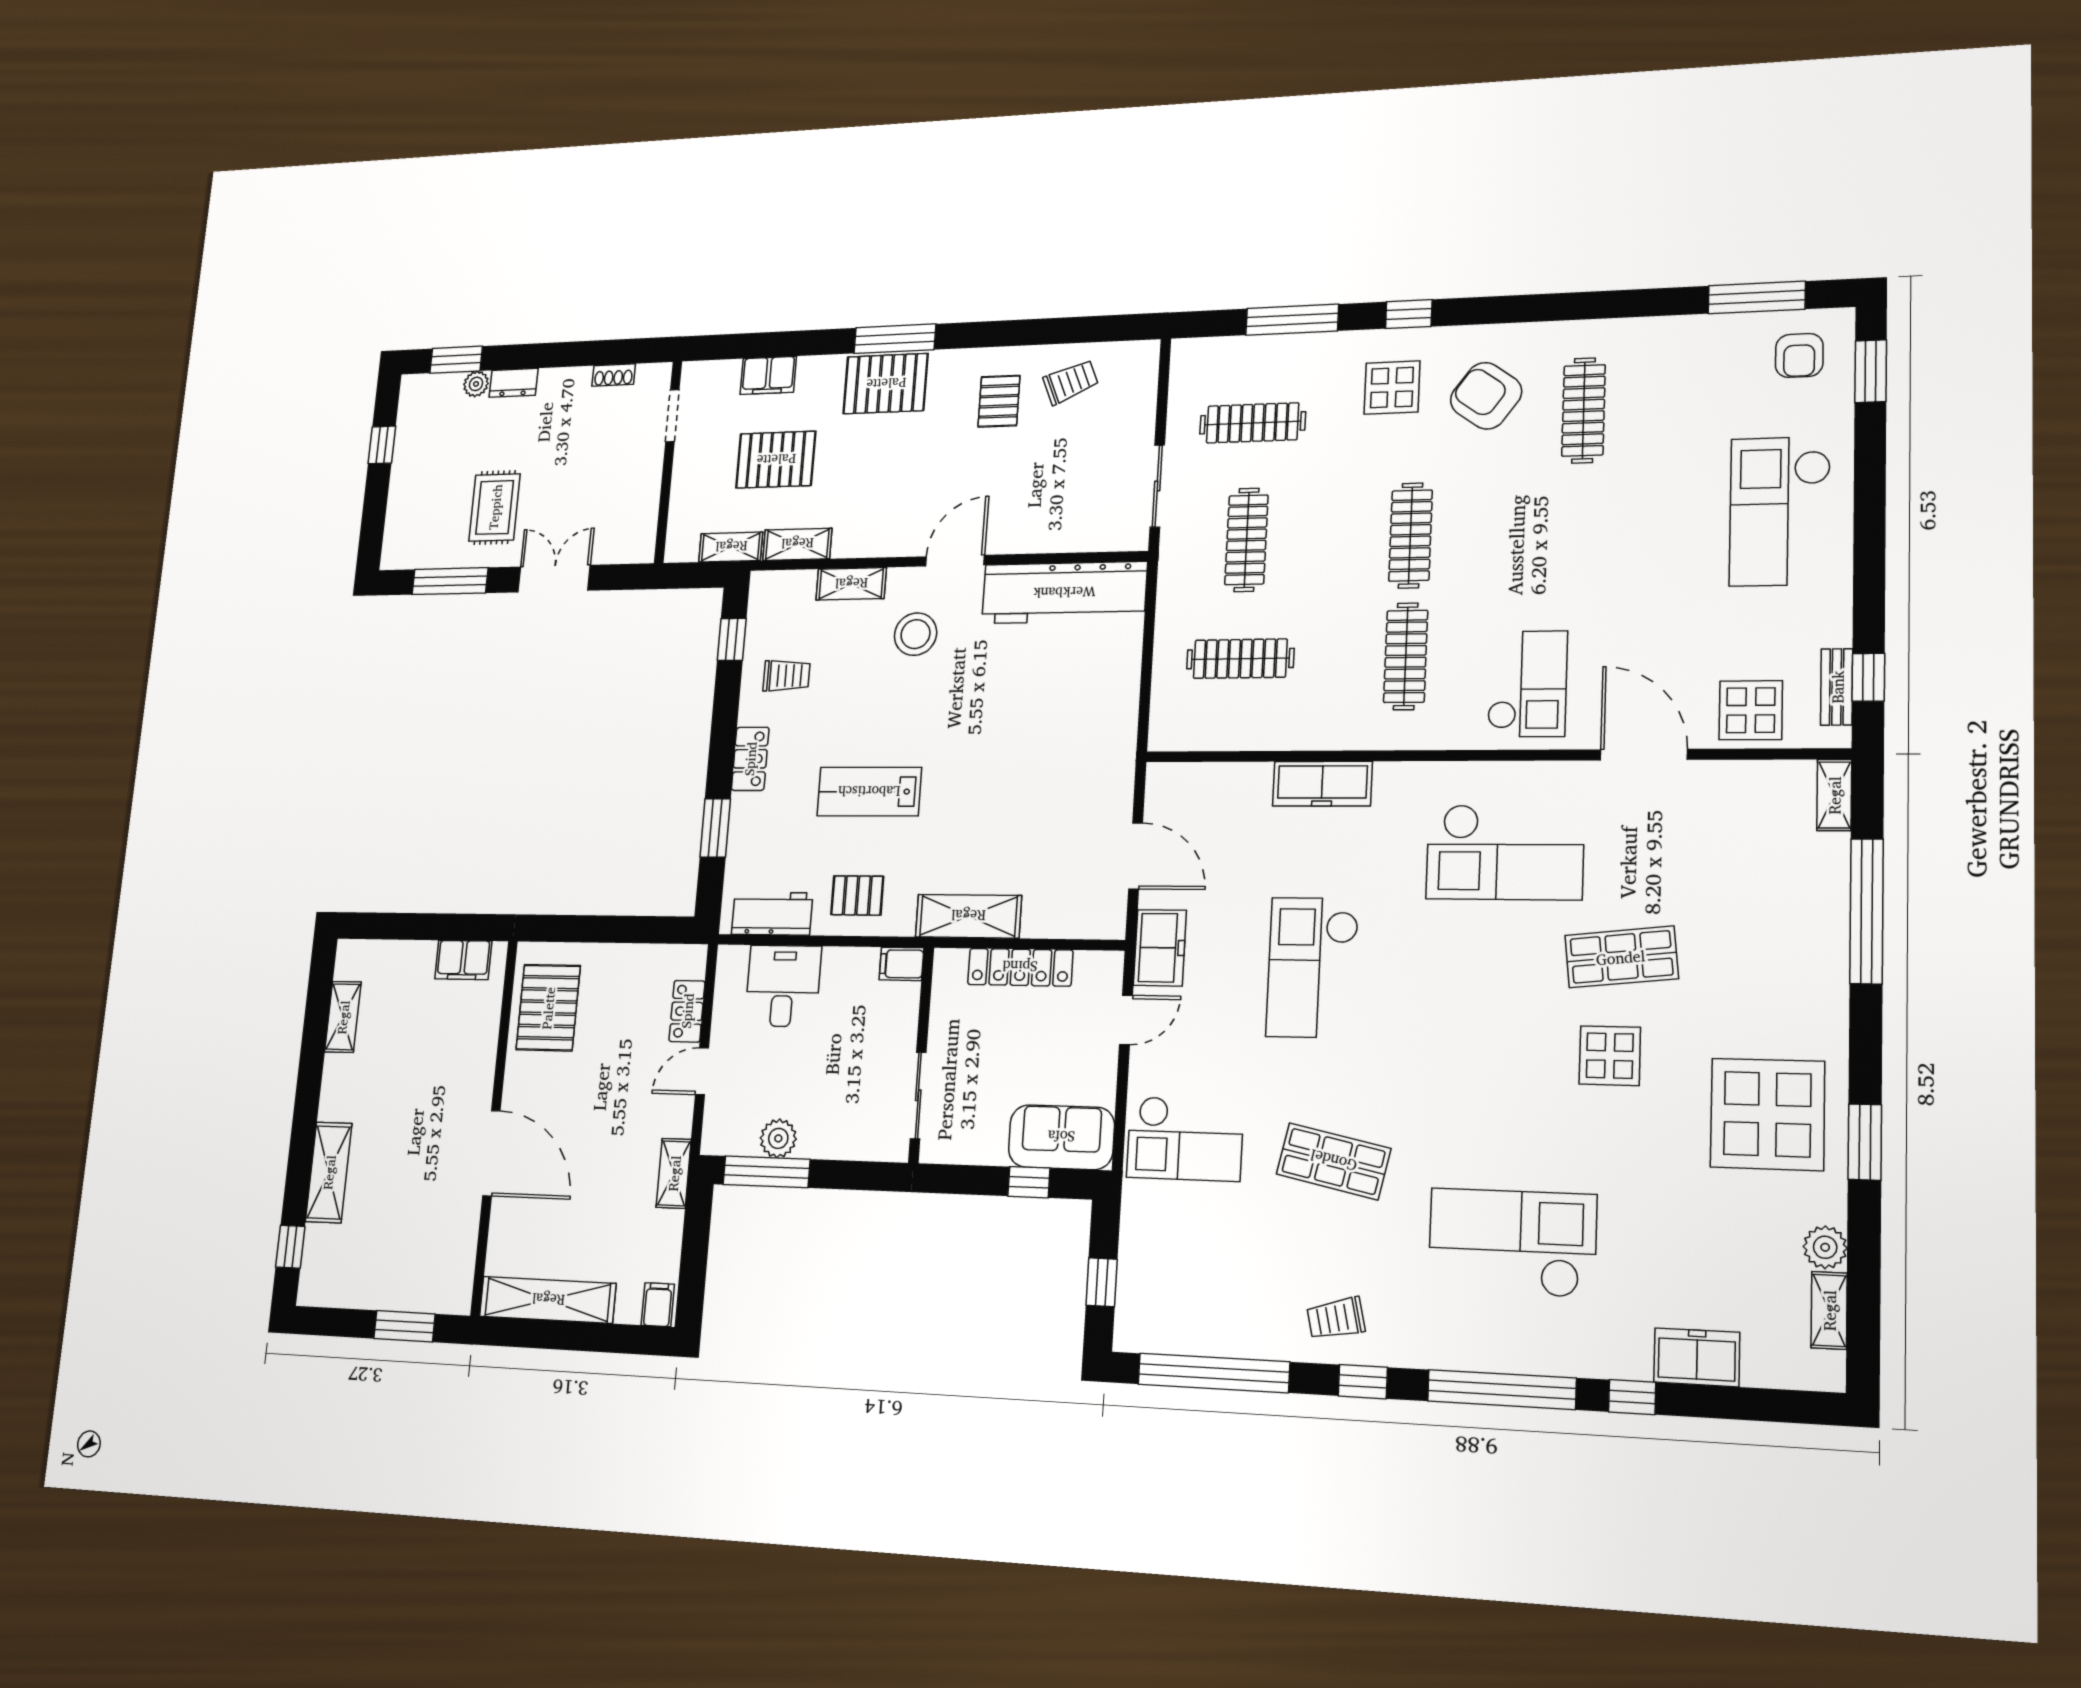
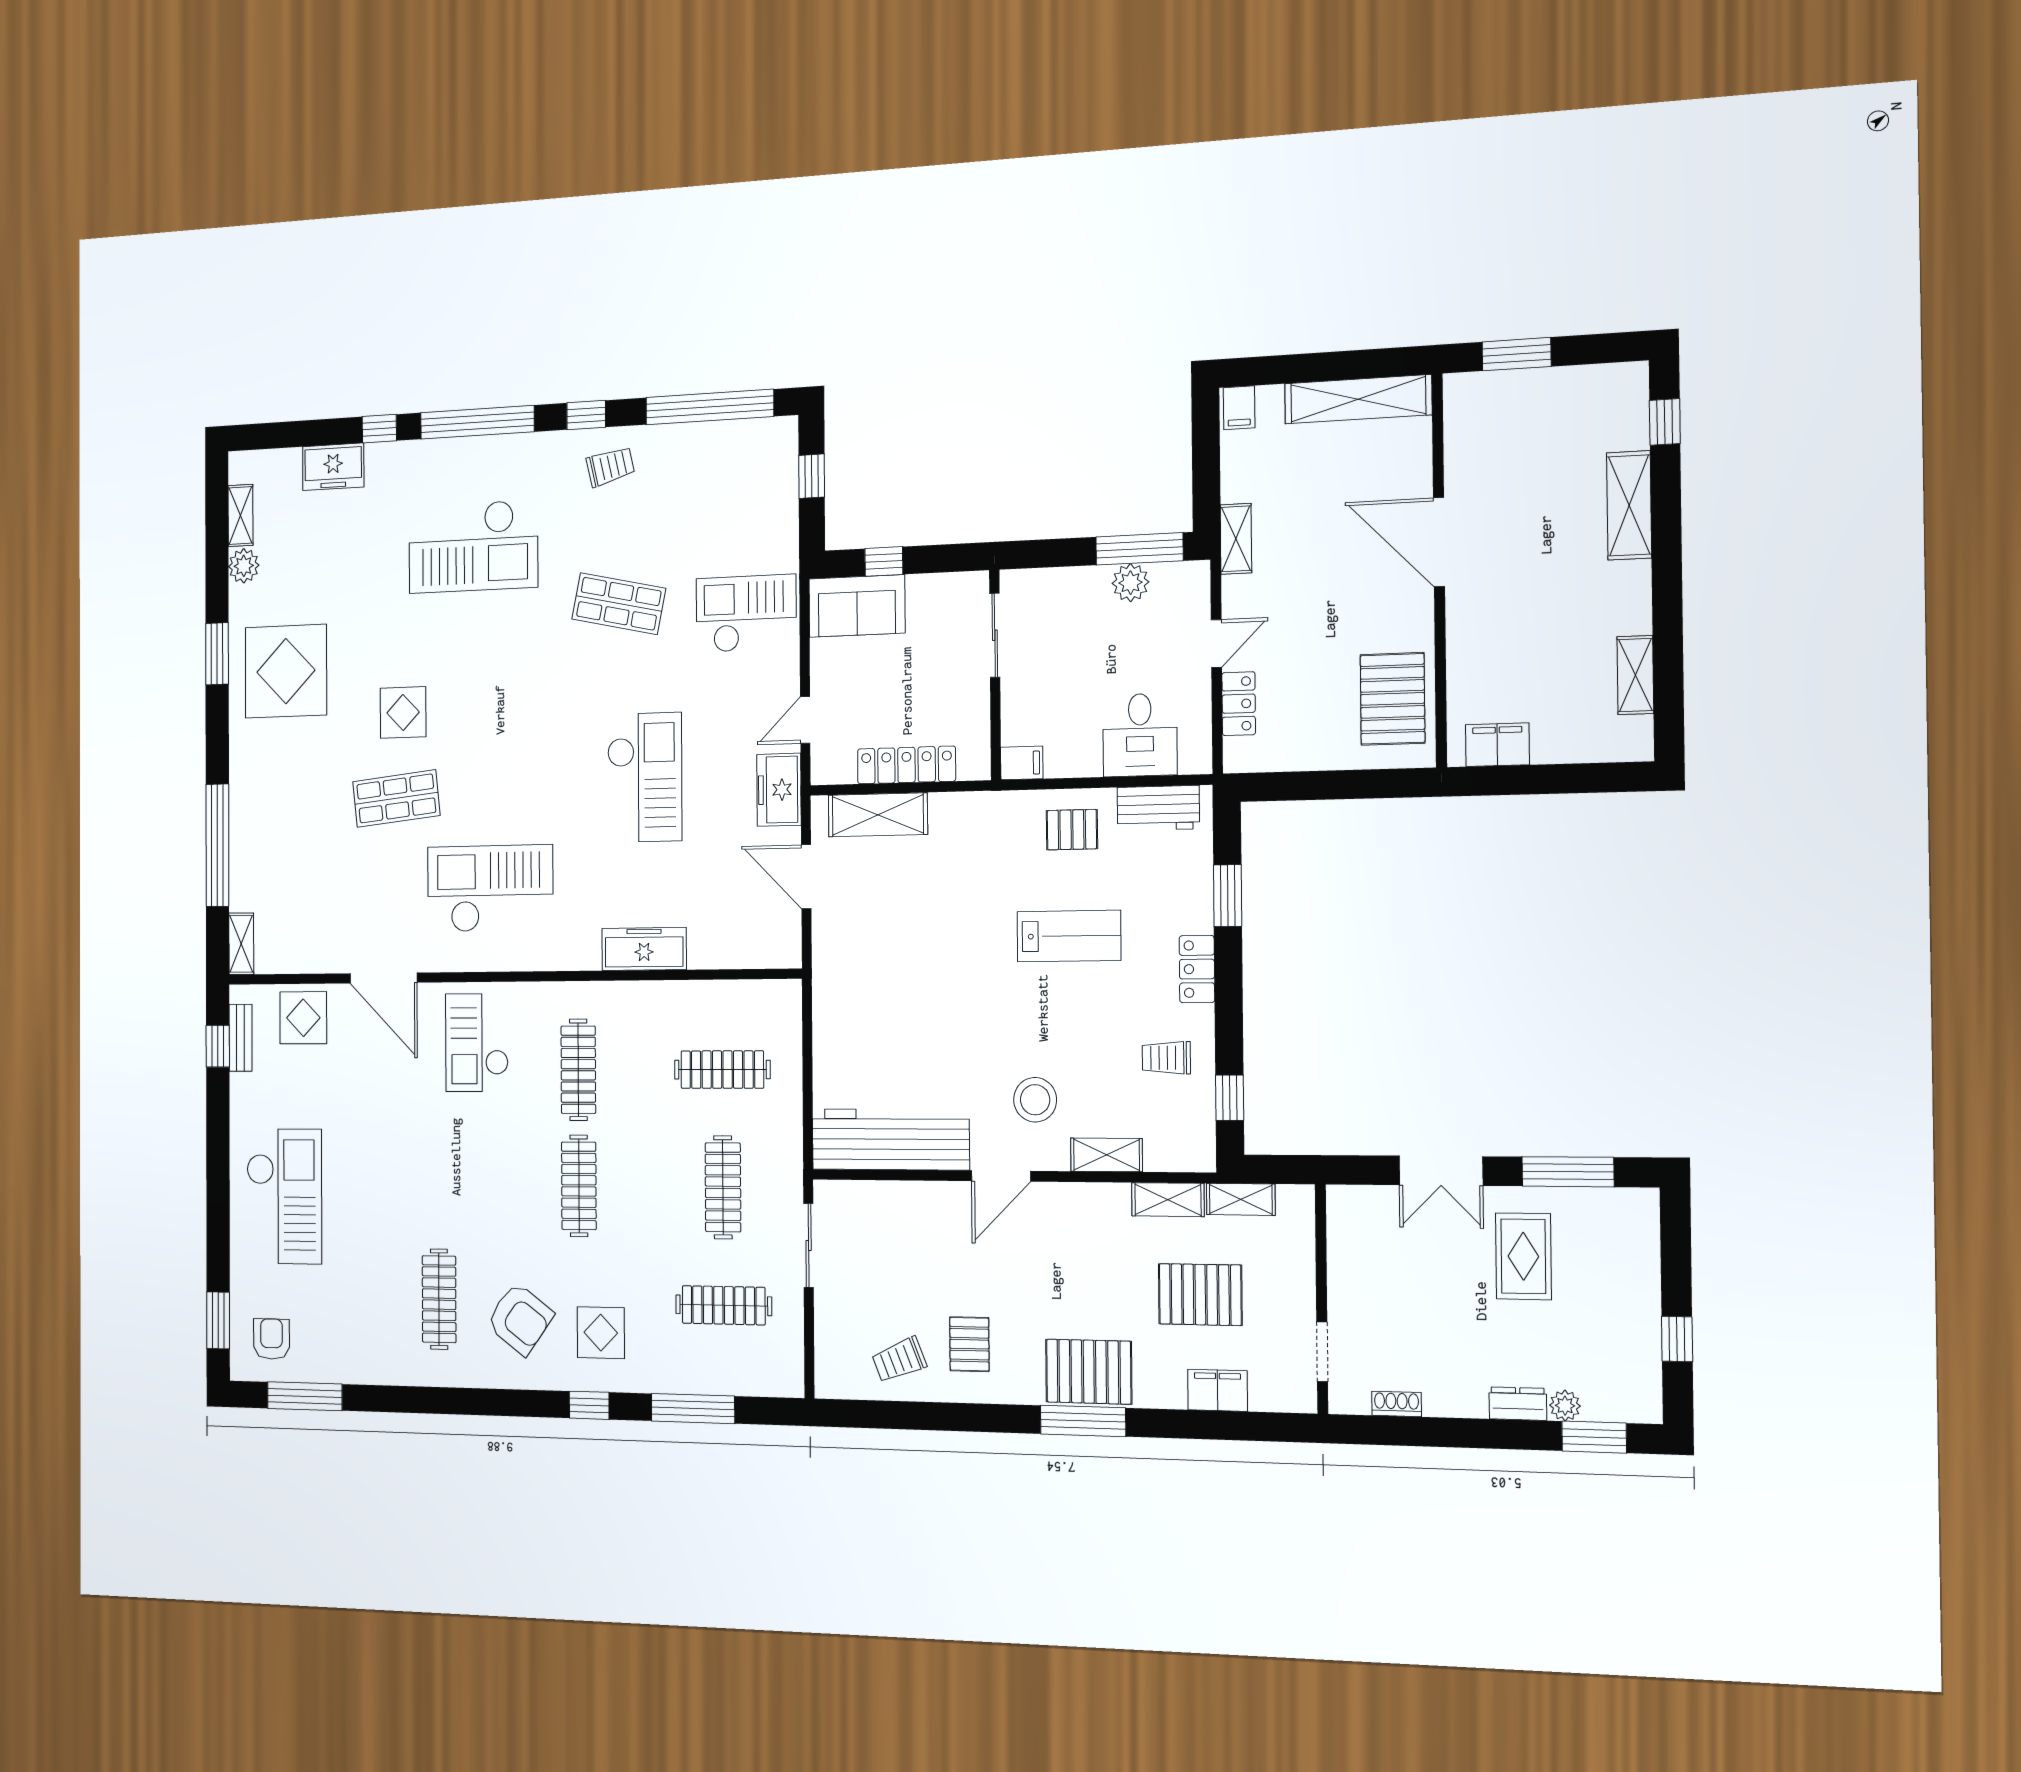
shelving: (968, 916) -> (878, 815), moved

